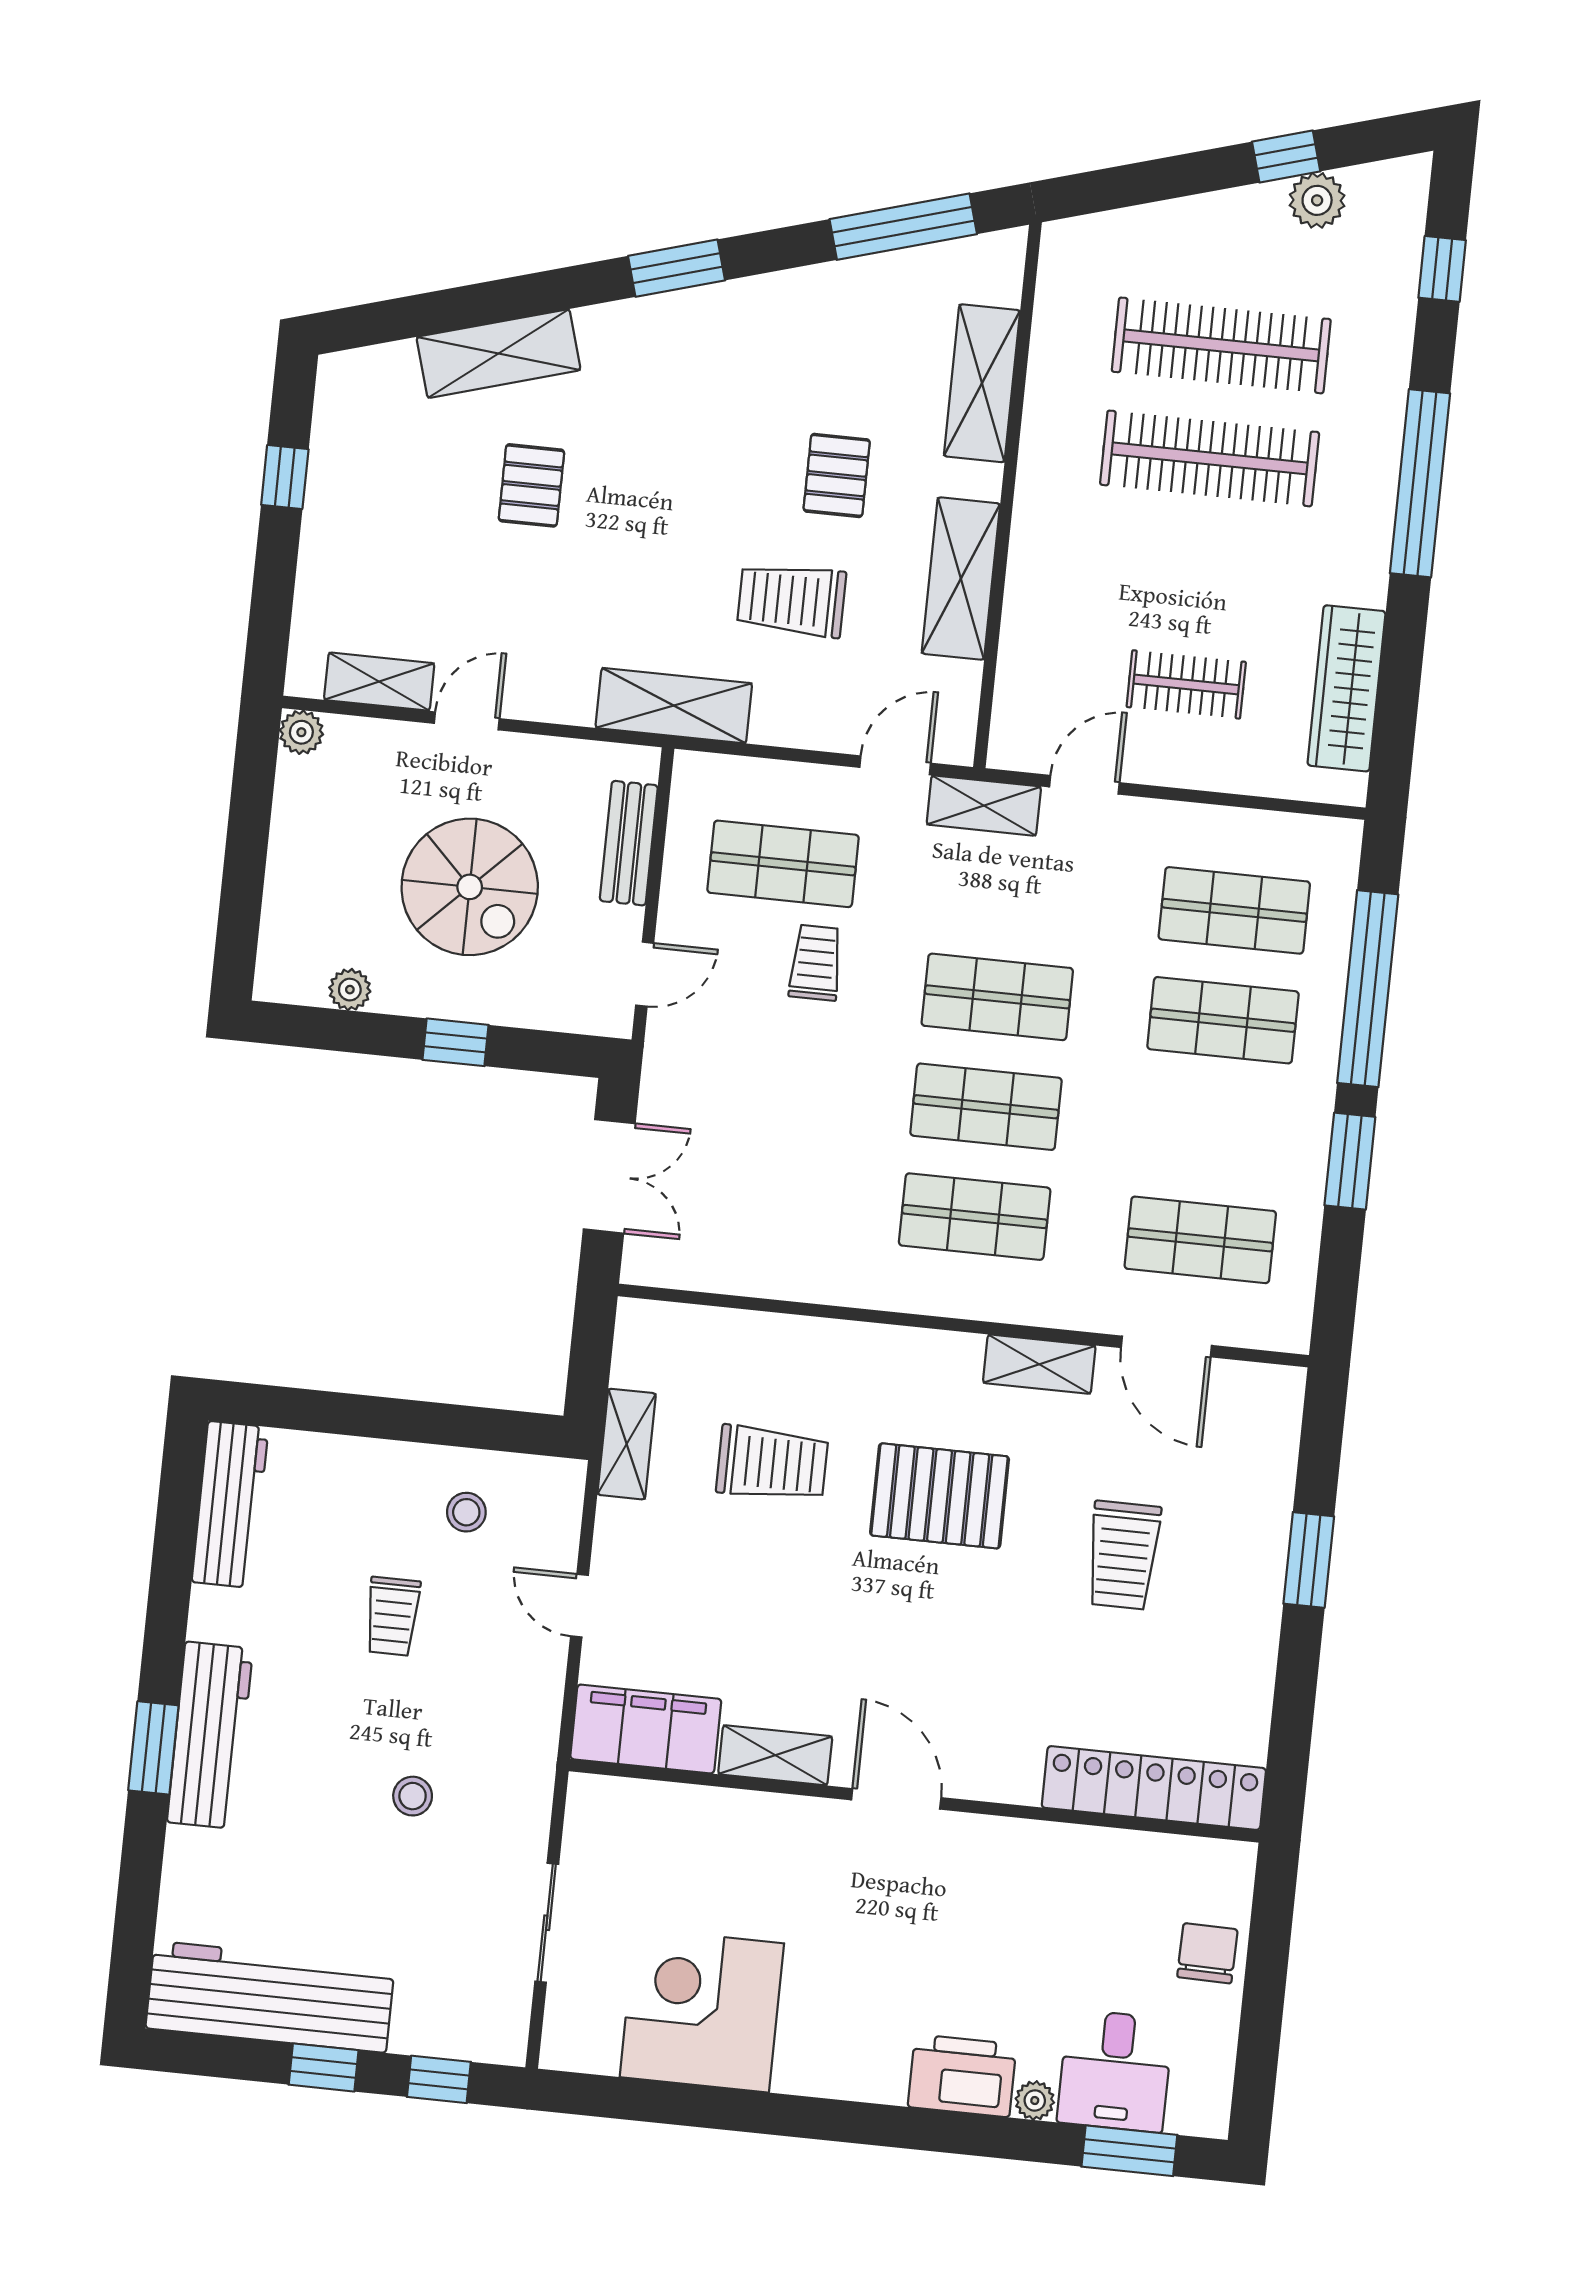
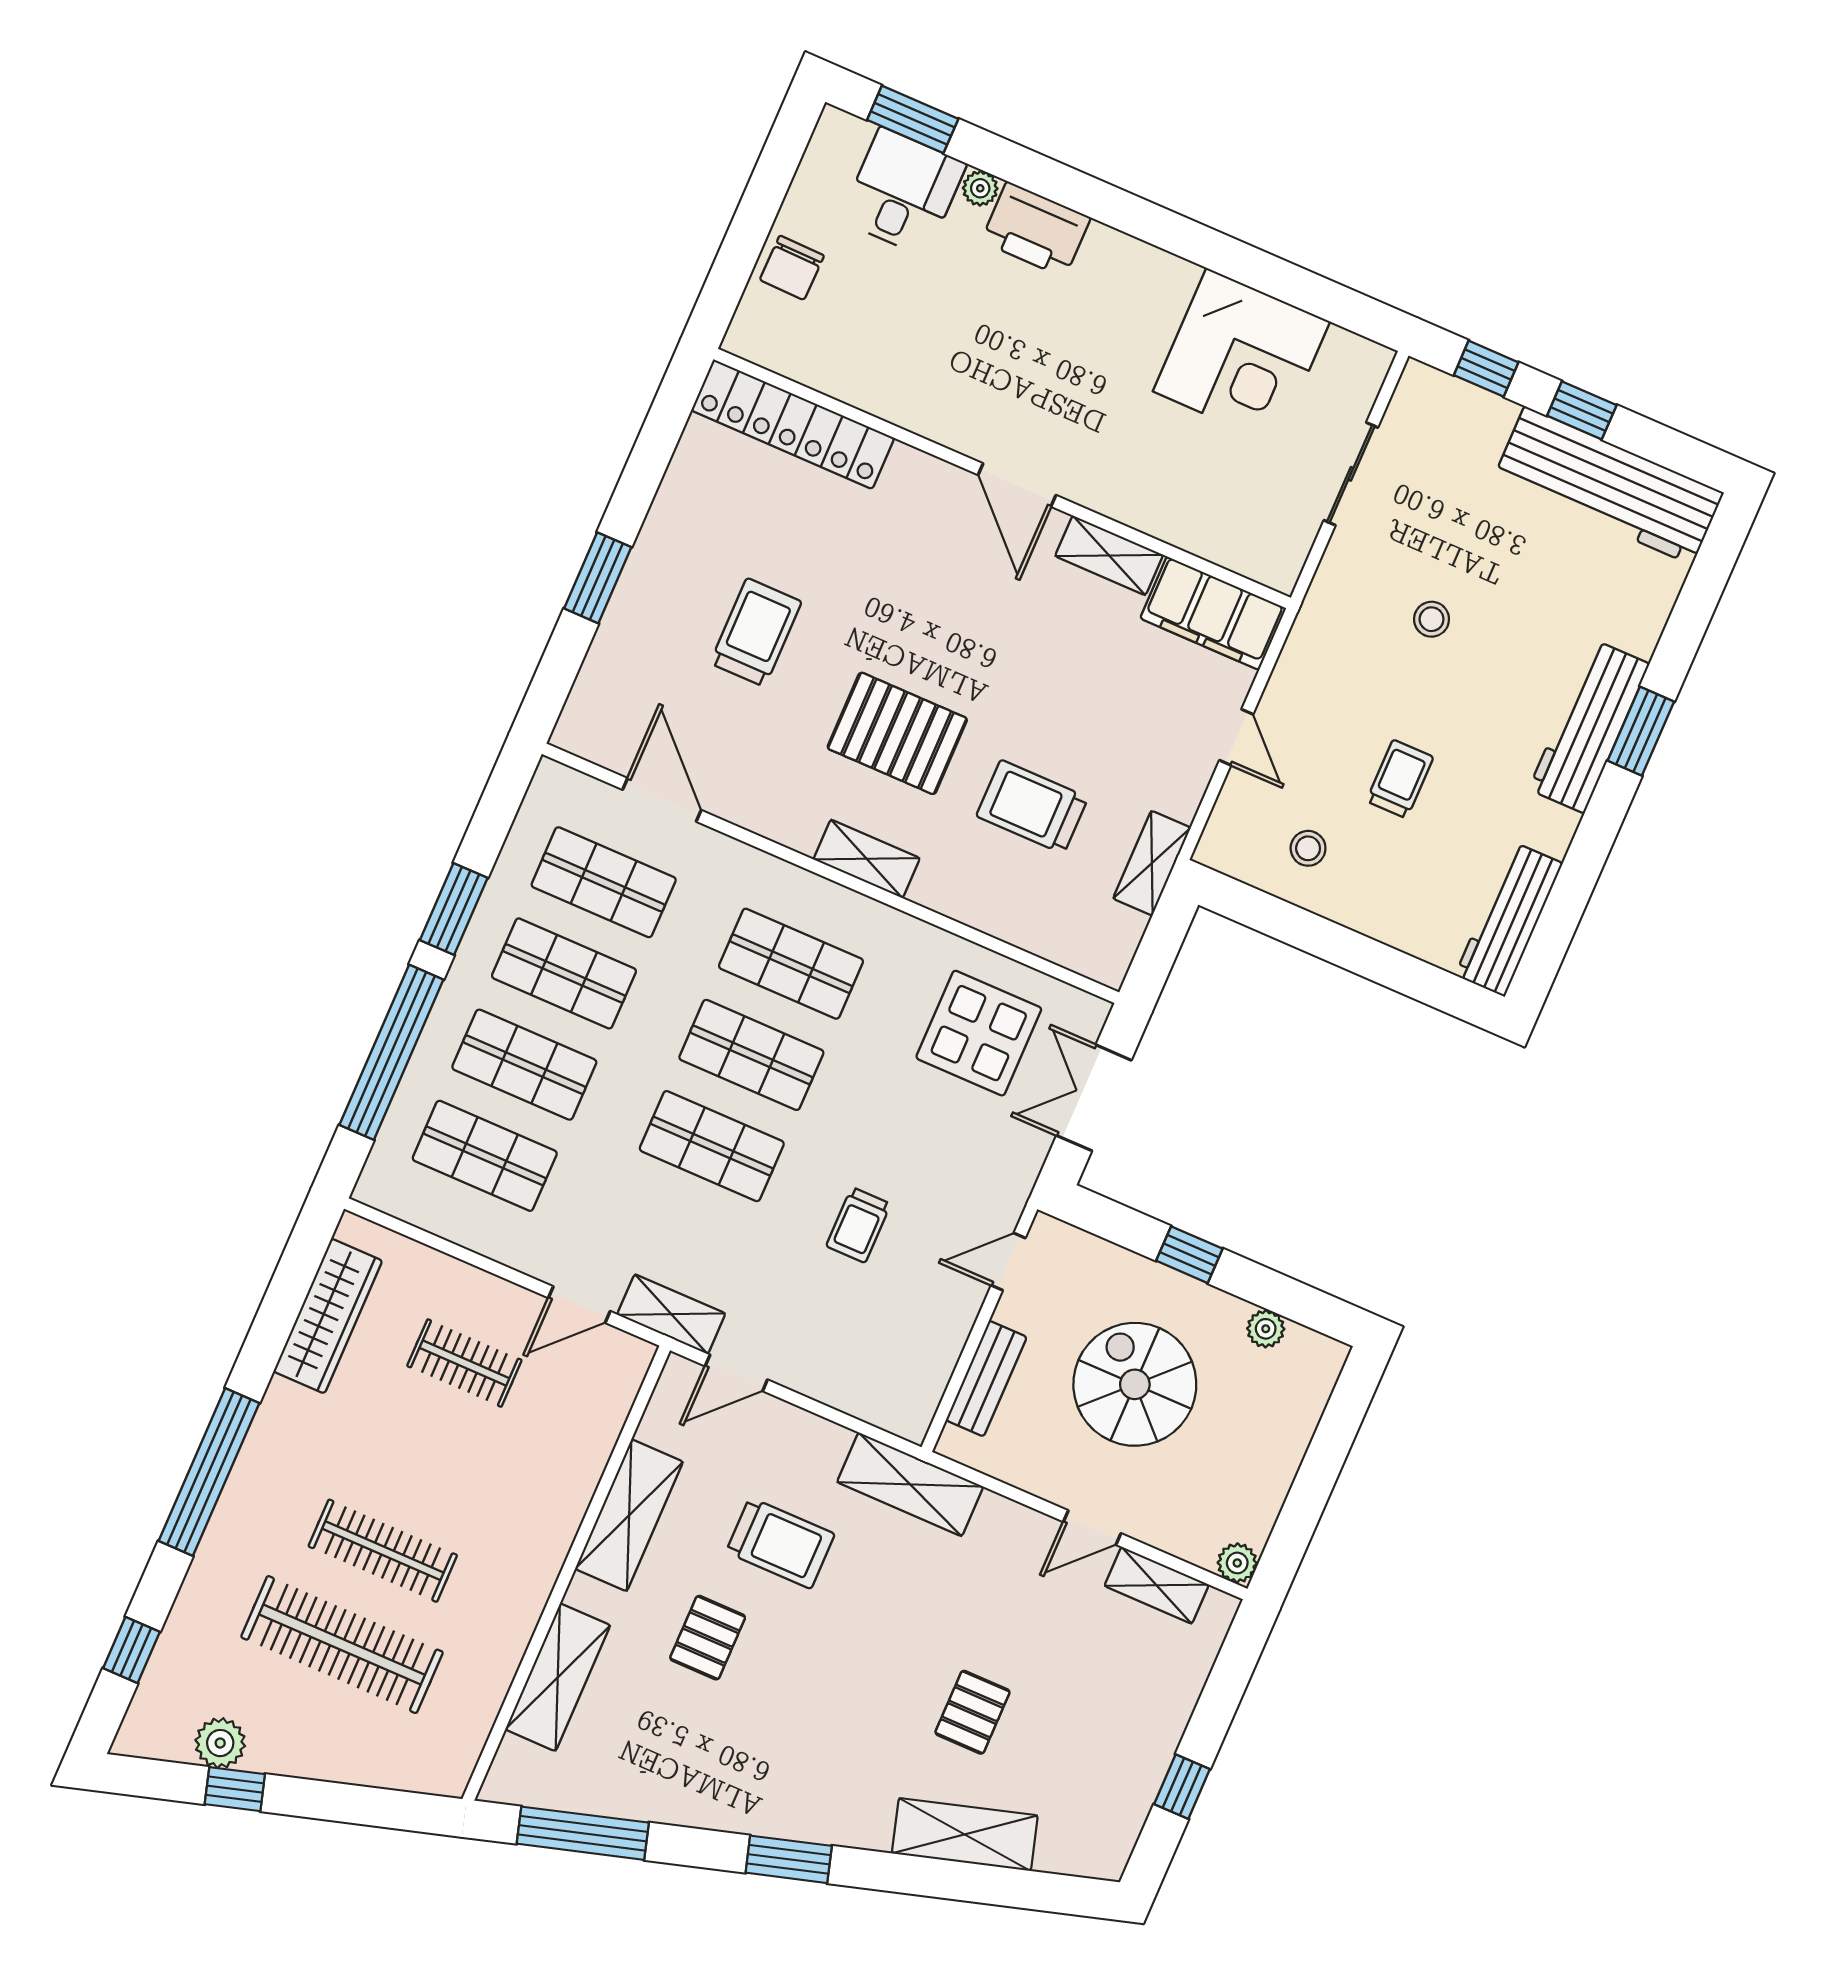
clothes rail: (1210, 458) -> (383, 1551), width x0.73, depth x0.76
shop shelf: (783, 864) -> (564, 973), moved
display table: (753, 1206) -> (979, 1033), added
shelving: (1039, 1364) -> (867, 859), moved

